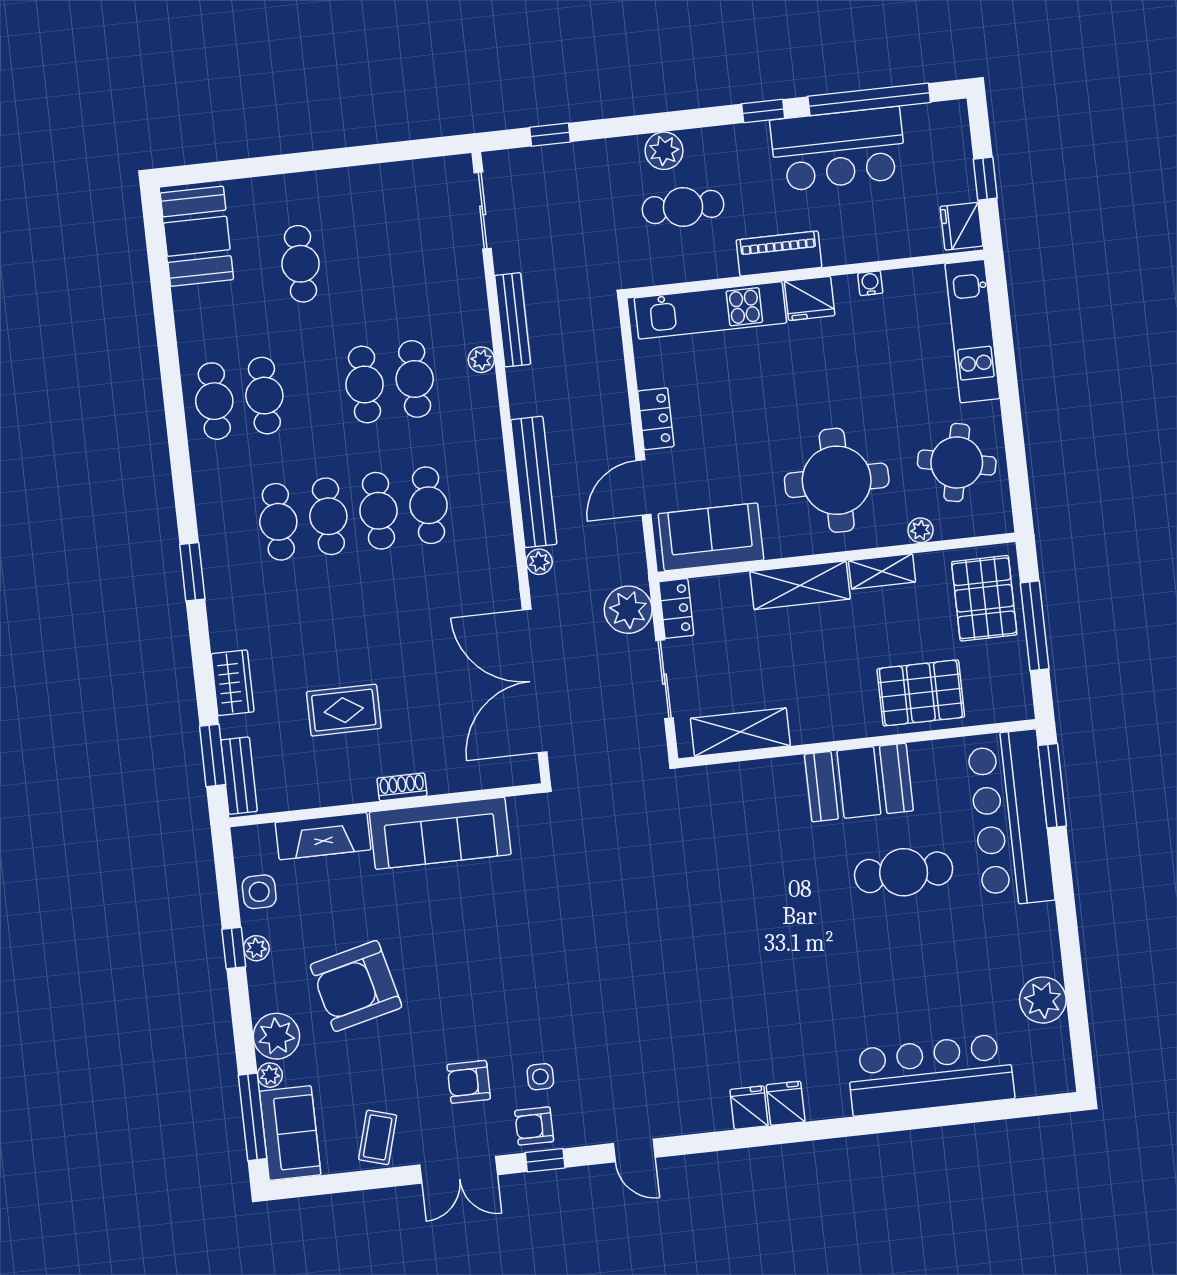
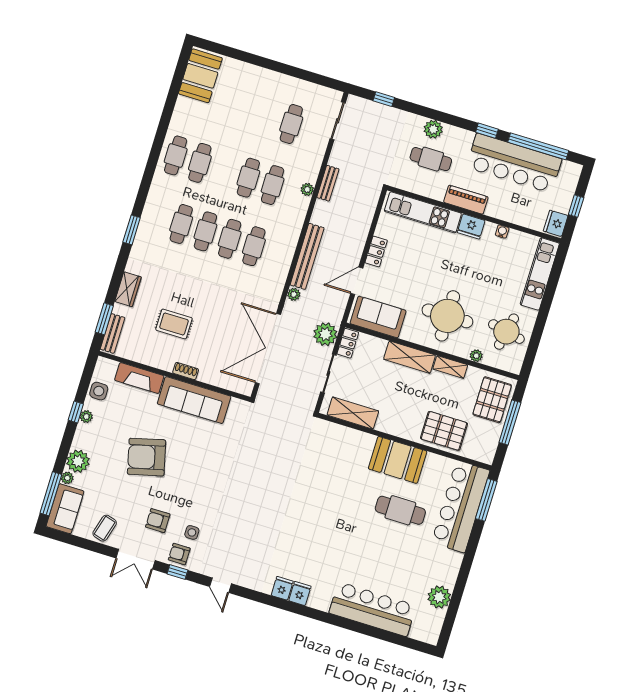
bar counter: (838, 149) -> (514, 163), width x1.36
cafe table: (301, 264) -> (291, 124), moved
bench: (513, 320) -> (328, 183), width x0.73
armchair: (356, 986) -> (147, 457), moved

